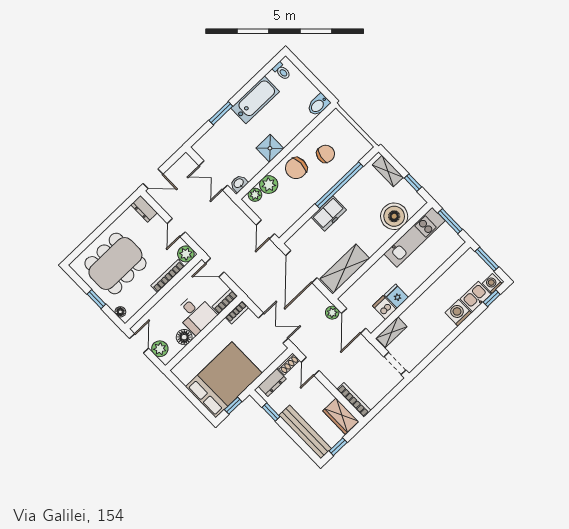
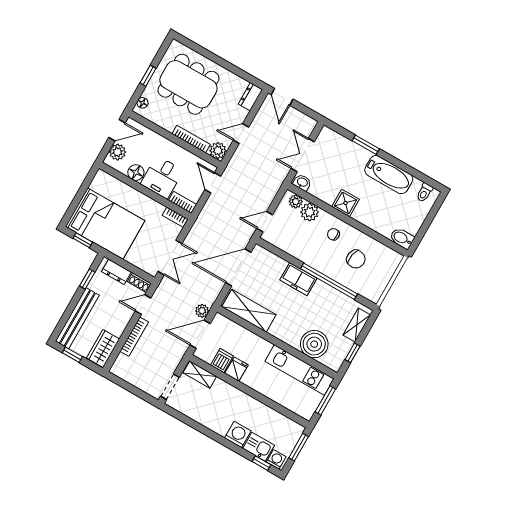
chair: (296, 168) -> (333, 234), width x0.54, depth x0.54
bookcase: (354, 400) -> (134, 337), moved

